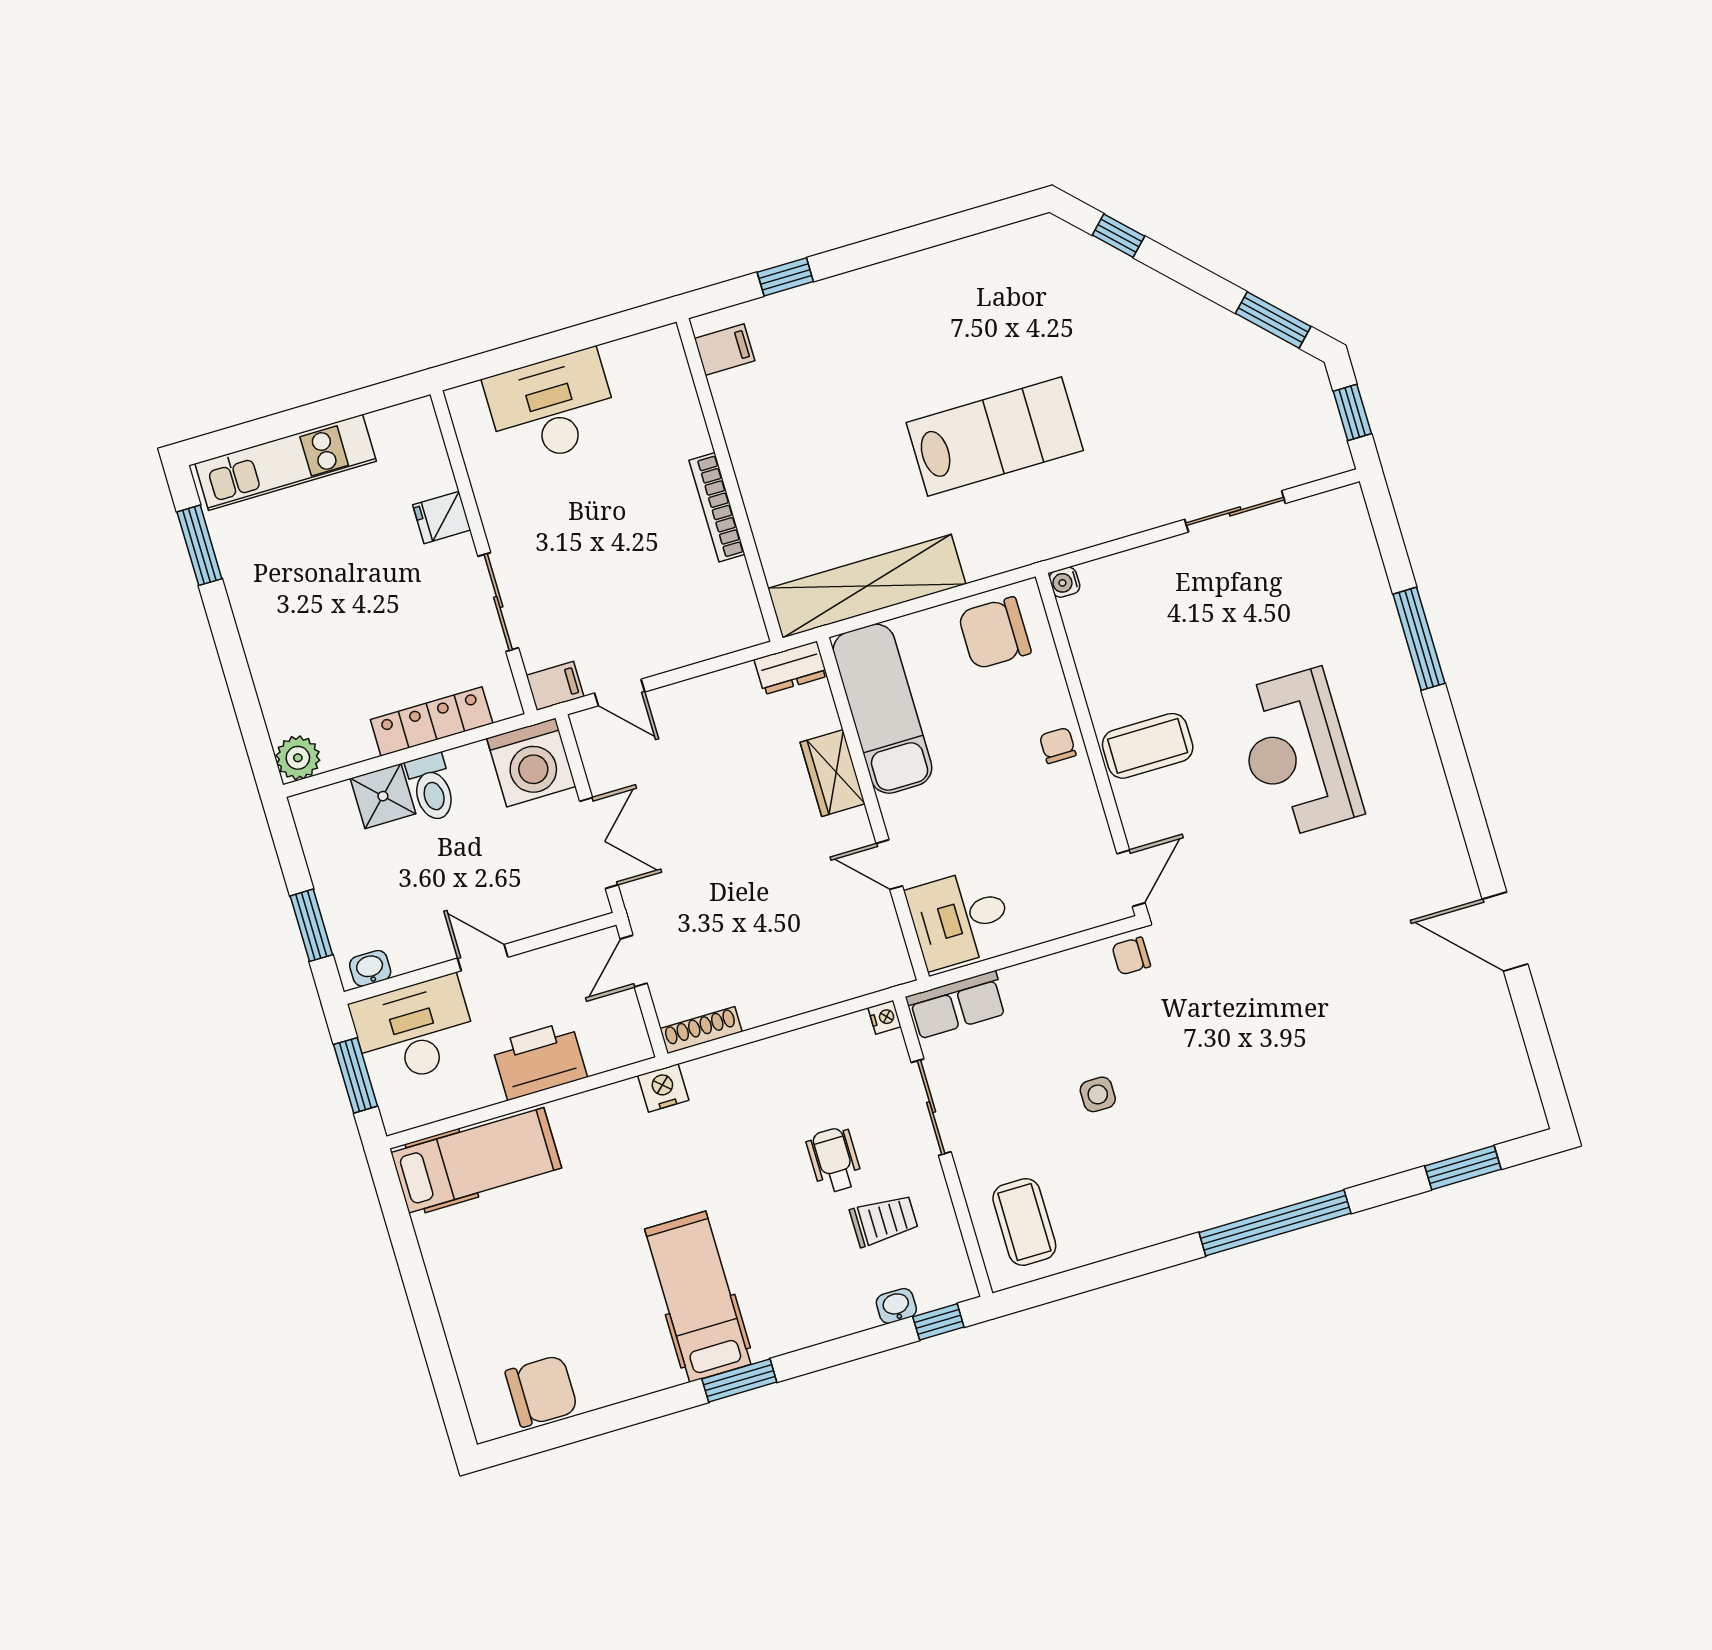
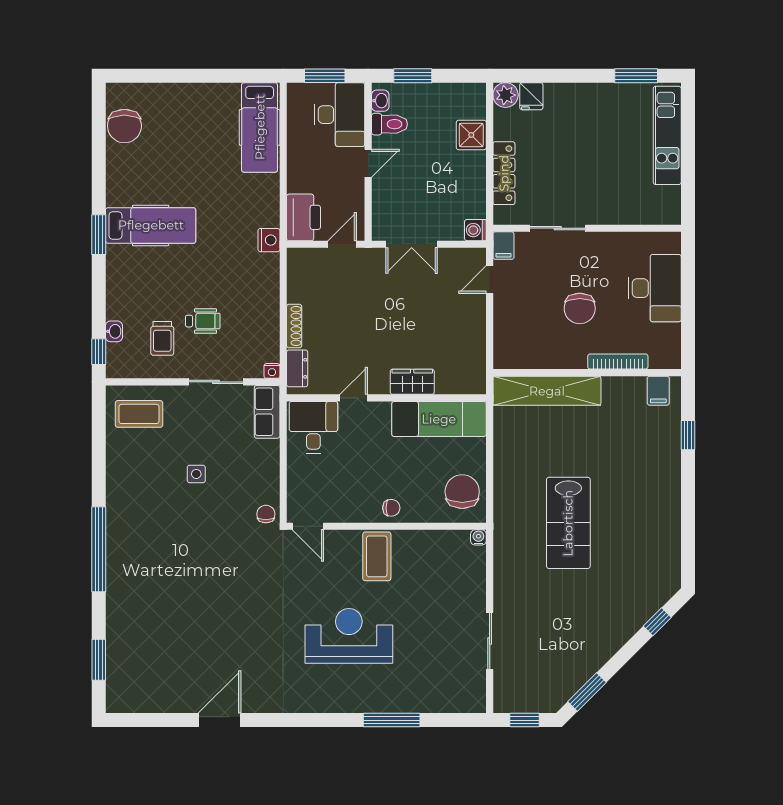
bookcase: (717, 507) -> (618, 362), moved
fridge: (442, 517) -> (531, 96), moved, turned 180
chair: (624, 525) -> (580, 308), added
shelving: (867, 586) -> (547, 391), moved, turned 90
dresser: (791, 668) -> (297, 368), moved, turned 180
washing machine: (531, 762) -> (475, 230), width x0.53, depth x0.53
toilet: (432, 787) -> (390, 124), moved, turned 180
door: (634, 961) -> (342, 244), hinge flipped
shoe rack: (701, 1030) -> (294, 326), moved
printer: (539, 1060) -> (304, 217), moved

